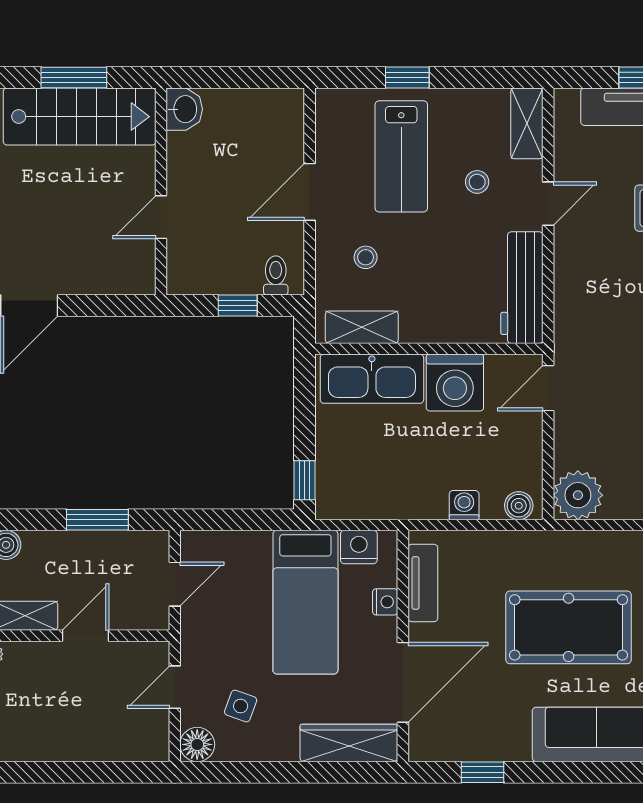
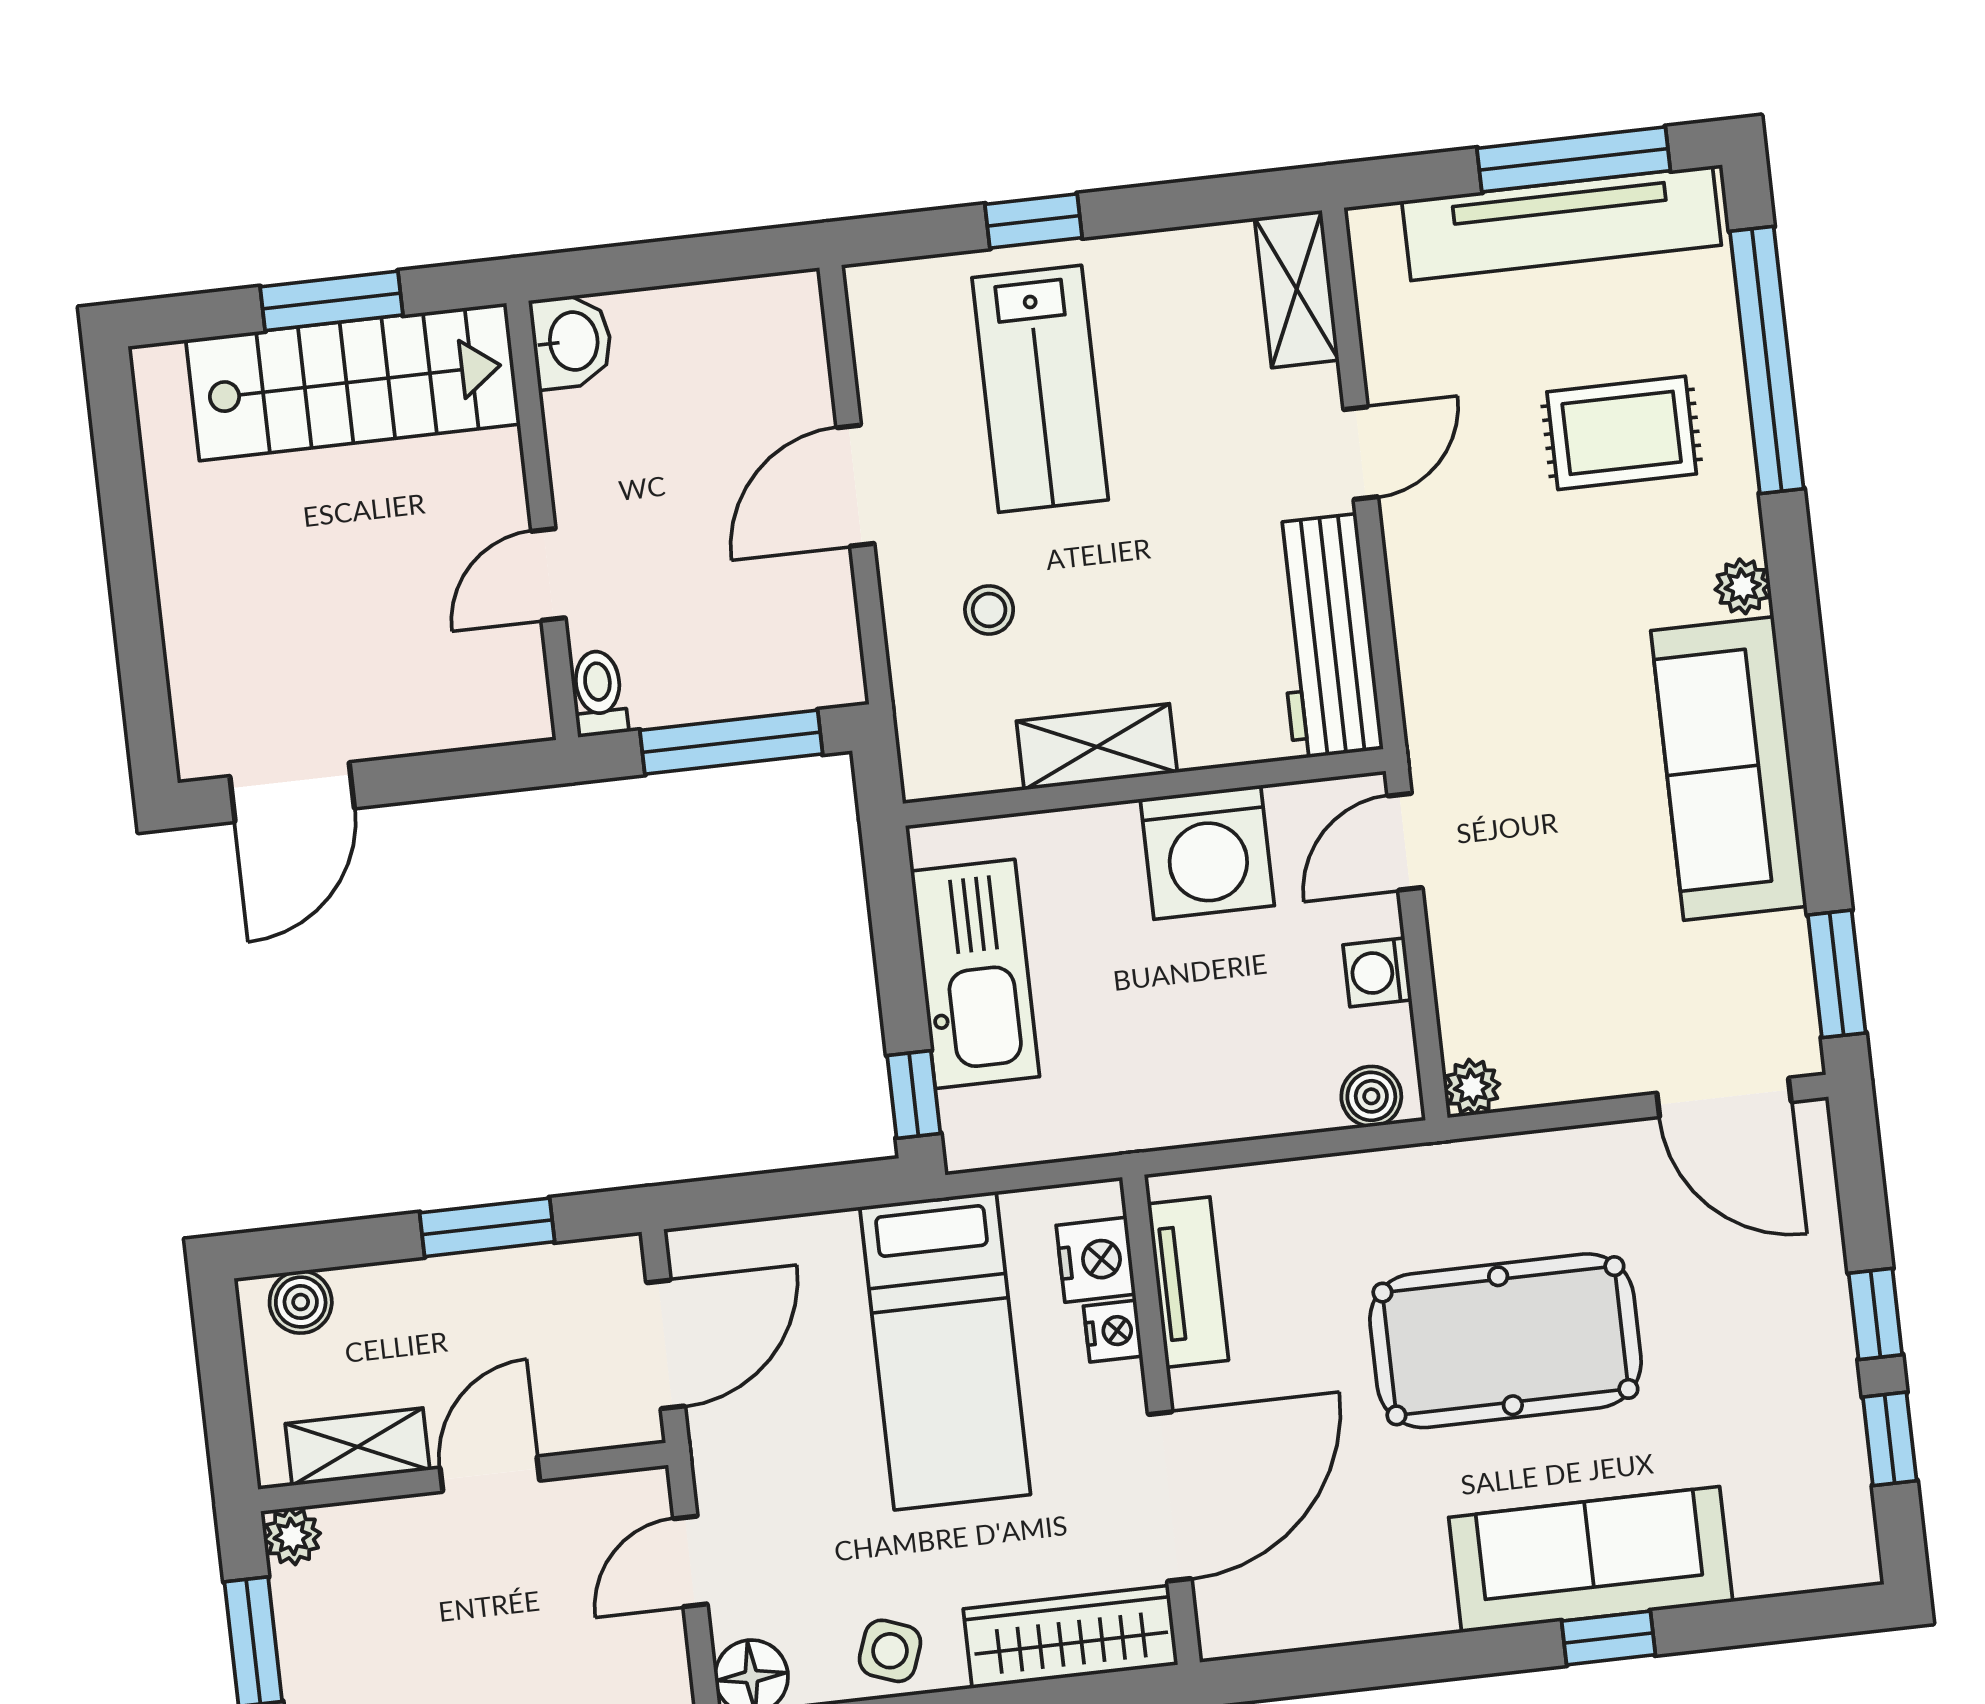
stool: (477, 182) -> (1206, 424), removed
toilet: (276, 275) -> (599, 693), moved
window: (238, 306) -> (731, 742), width x2.17
shelving: (362, 327) -> (1097, 747), moved
kitchen sink: (372, 379) -> (975, 974), moved, turned -90
plant: (578, 495) -> (1472, 1087), width x0.53, depth x0.53
washing machine: (464, 505) -> (1377, 972), moved, turned -90
nightstand: (359, 547) -> (1096, 1260), moved, turned 90
door: (175, 584) -> (666, 1344), width x1.38
side table: (241, 706) -> (890, 1651), moved
window: (482, 772) -> (1608, 1638), moved

